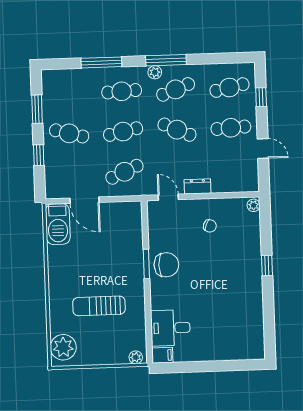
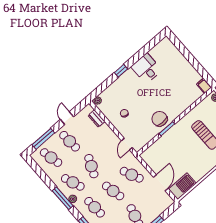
window: (261, 97) -> (43, 139), width x2.17
dresser: (198, 186) -> (96, 119), moved
desk: (170, 328) -> (146, 68), moved, turned 180

